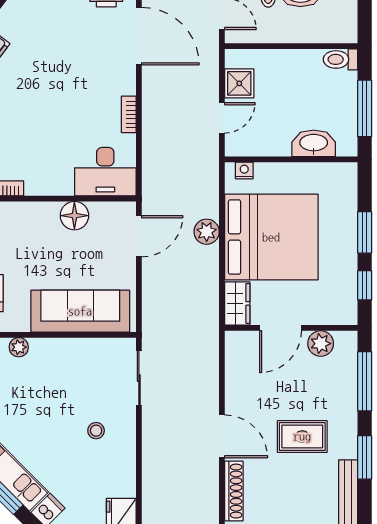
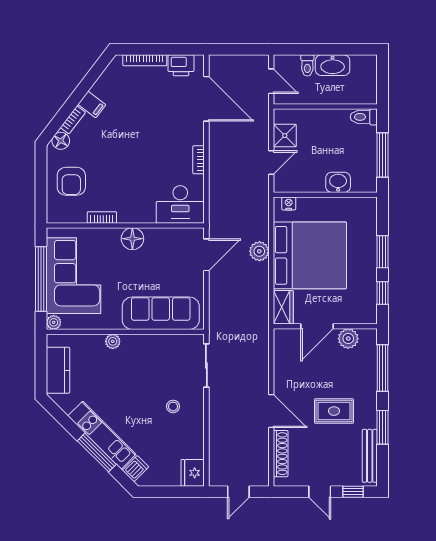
washbasin: (314, 143) -> (338, 182), width x0.72
floor lamp: (74, 216) -> (132, 239), moved

